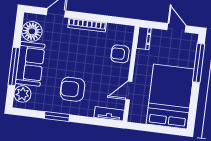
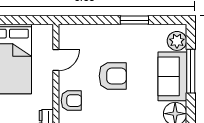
armchair: (73, 89) -> (113, 76), moved
tv unit: (109, 114) -> (75, 31), removed

